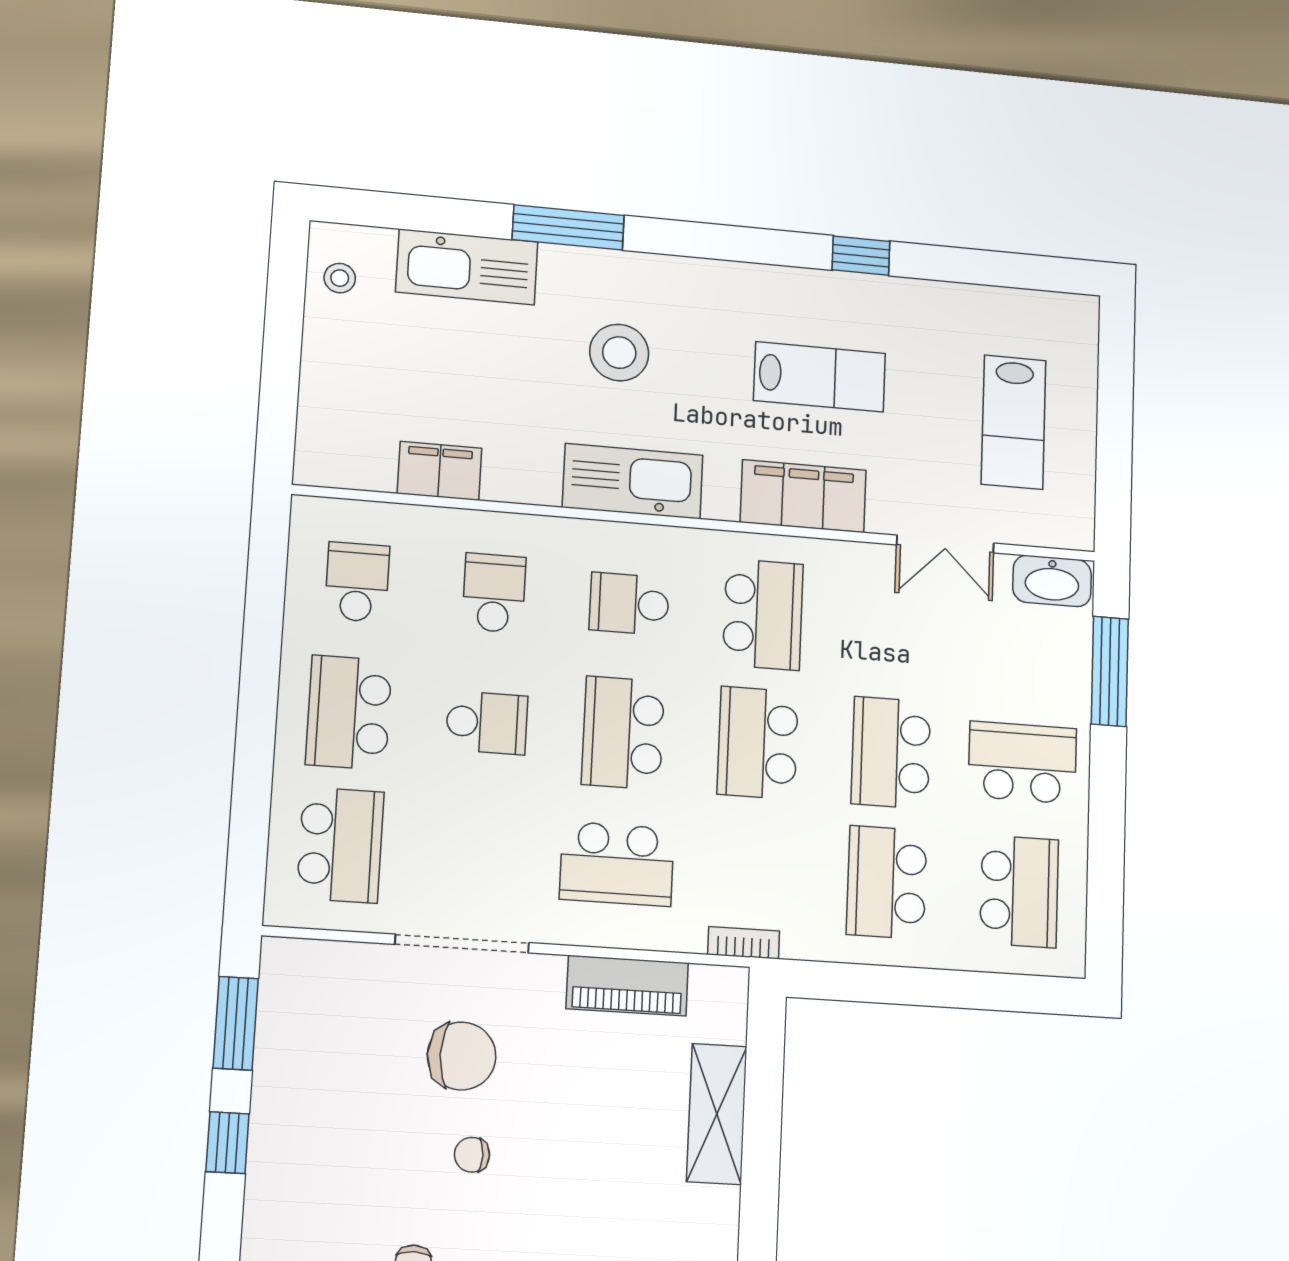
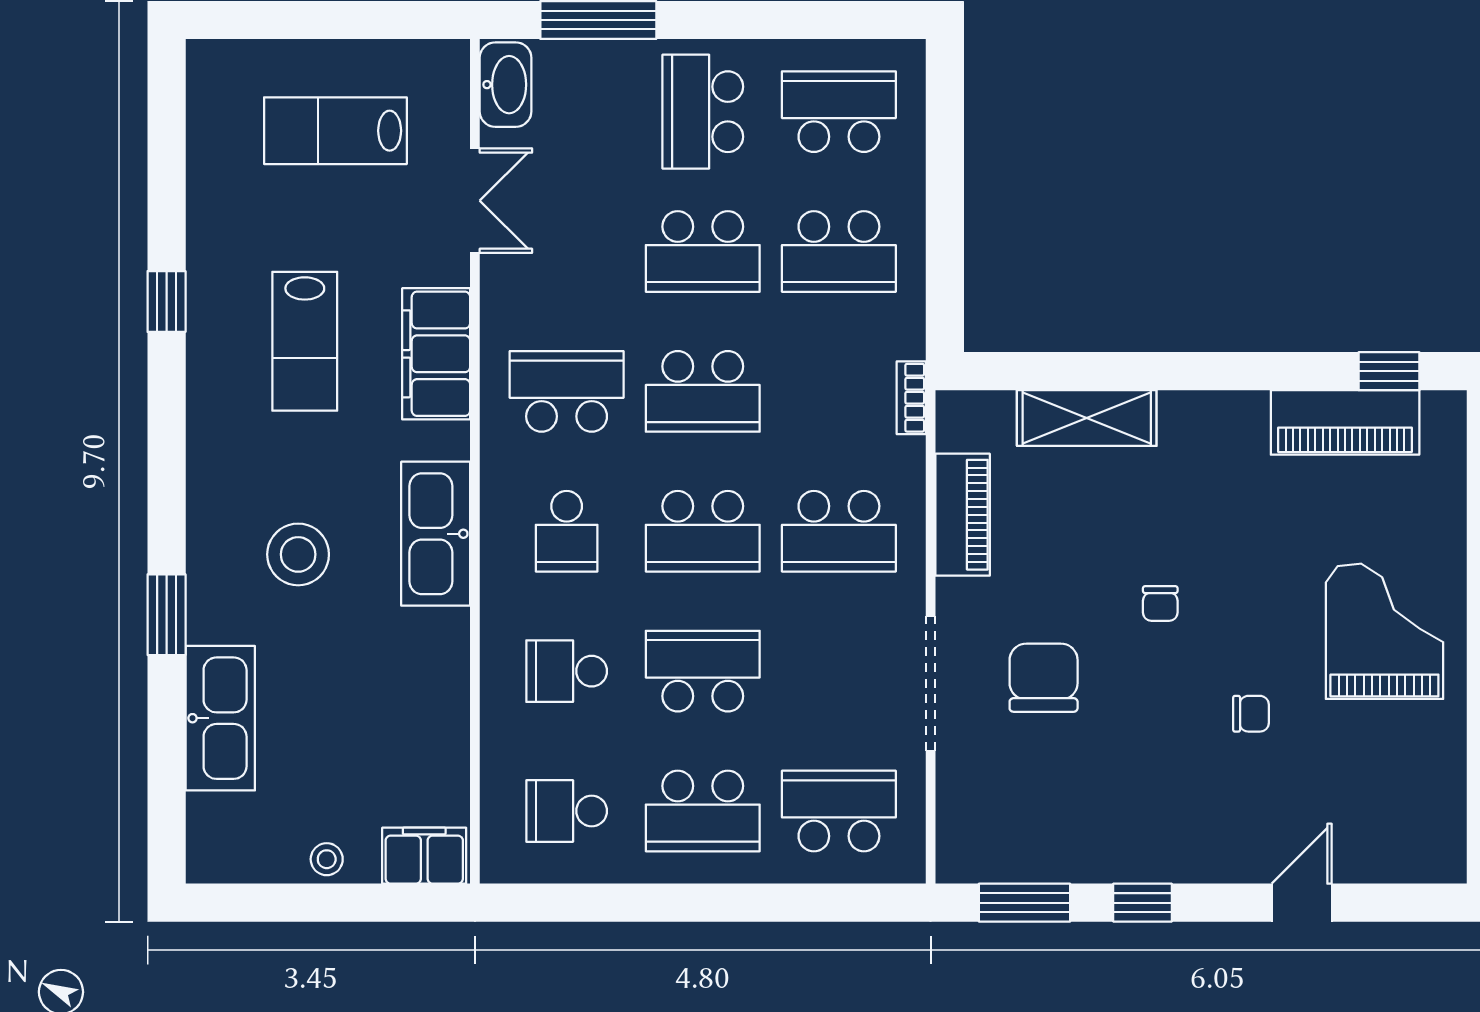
window: (568, 227) -> (167, 615), width x0.69
stool: (340, 278) -> (327, 859), moved
lab bench: (820, 377) -> (305, 341), turned 180
lab bench: (1013, 422) -> (335, 131), turned 180
filing cabinet: (440, 471) -> (424, 856), moved, turned 90
school desk: (487, 723) -> (703, 671), width x1.85
school desk: (617, 864) -> (839, 531), turned 90
chair: (472, 1155) -> (1160, 603), moved

